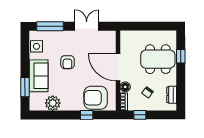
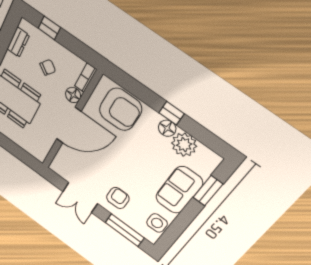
armchair: (67, 62) -> (118, 198), moved
door: (118, 67) -> (69, 125), hinge flipped
floor lamp: (66, 105) -> (167, 128), added
window: (87, 115) -> (172, 113), moved
window: (140, 115) -> (49, 28), moved

